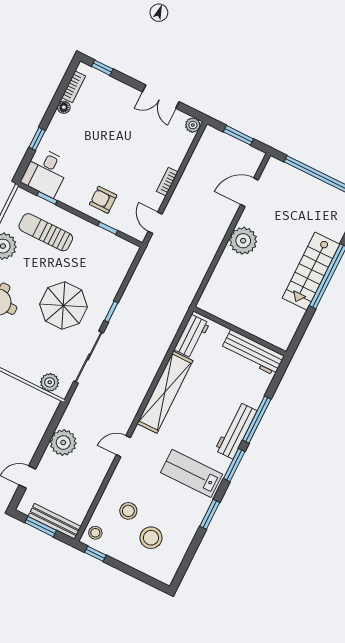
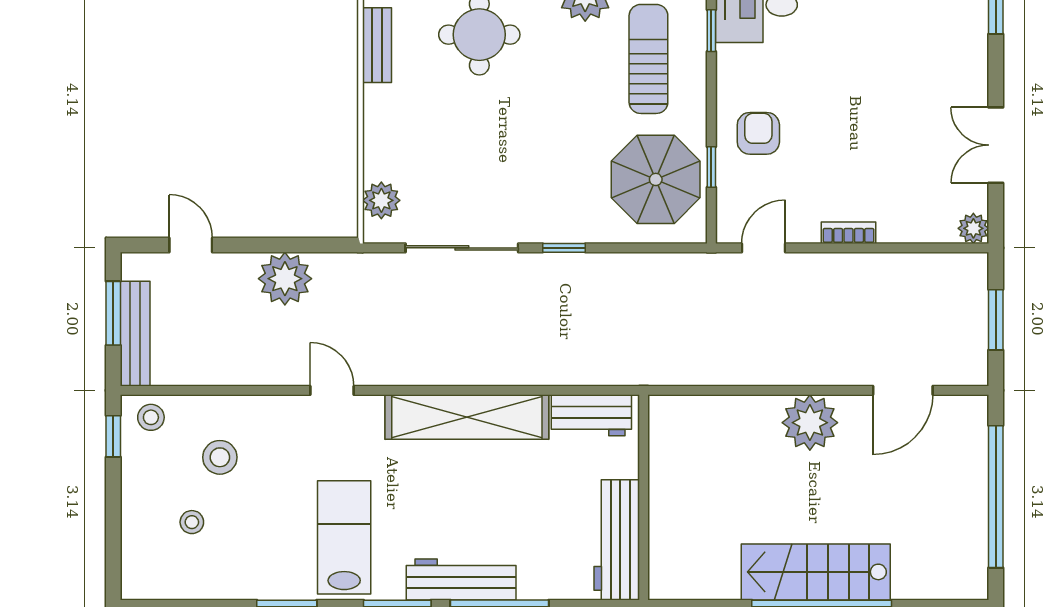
door: (249, 192) -> (903, 390), swing flipped
parasol: (63, 306) -> (656, 179), moved
stool: (151, 538) -> (192, 522), width x0.53, depth x0.53

